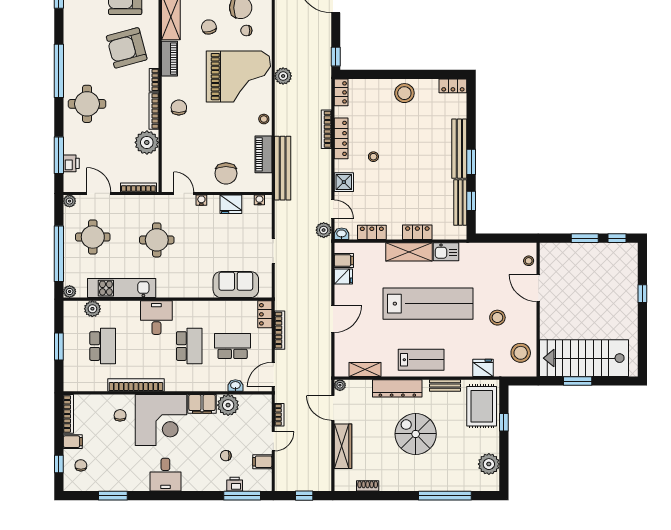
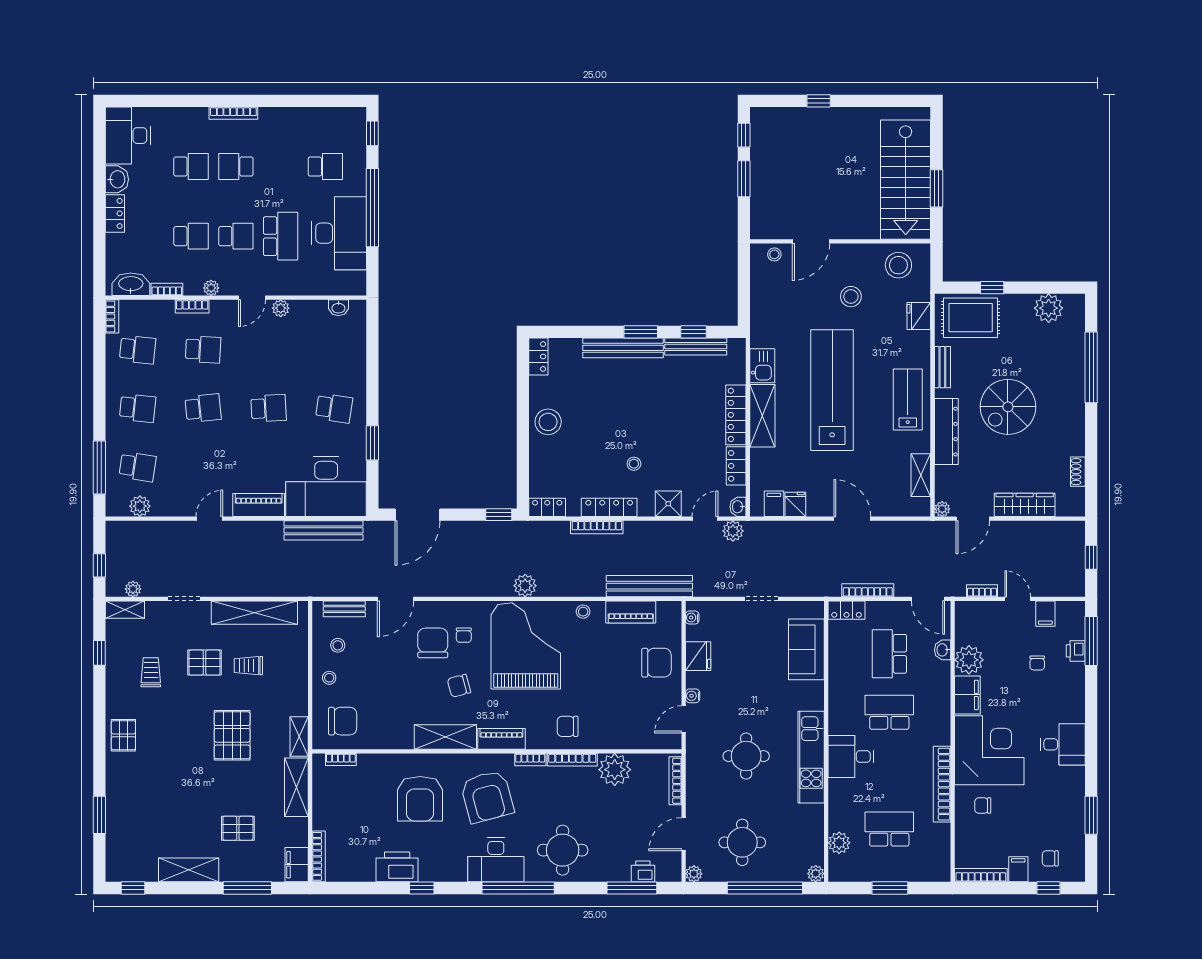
desk: (80, 54) -> (496, 860), added
locker: (417, 232) -> (736, 415), width x1.53
kitchen unit: (122, 288) -> (811, 757), moved

